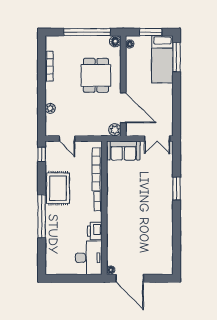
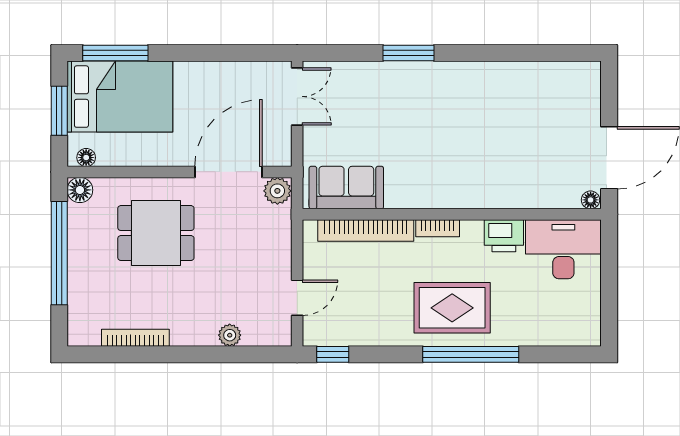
bed: (162, 59) -> (120, 97), width x1.50
sofa: (123, 151) -> (346, 188), moved, turned -90
rug: (58, 188) -> (452, 308), moved

